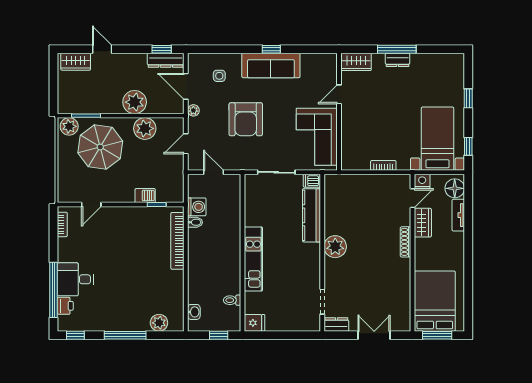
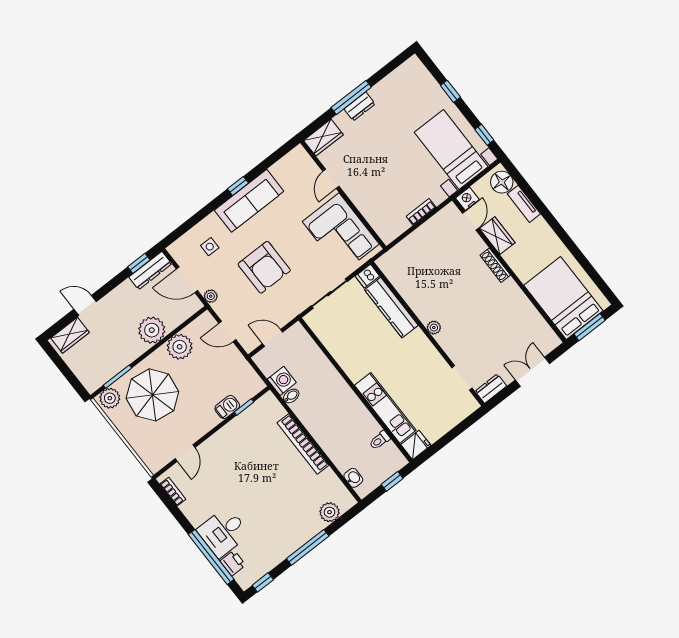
door: (186, 144) -> (227, 332), hinge flipped
bookcase: (177, 241) -> (303, 444), moved
plant: (335, 247) -> (434, 328), width x0.53, depth x0.53
kitchen unit: (253, 259) -> (385, 408), moved

